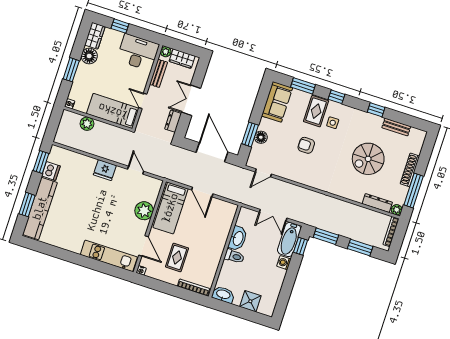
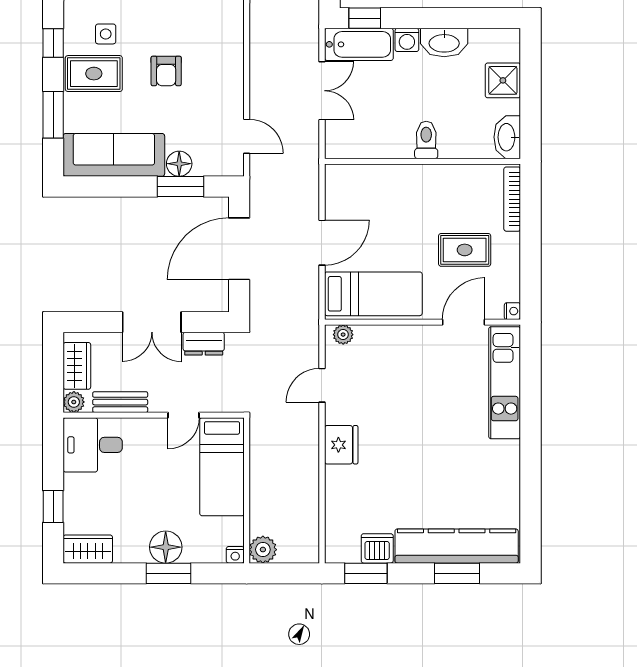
desk: (138, 52) -> (93, 445), width x0.73
floor lamp: (89, 56) -> (166, 547), moved
sofa: (277, 102) -> (114, 155), width x1.36
plant: (87, 124) -> (263, 550), moved
plant: (144, 211) -> (343, 335), moved, width x0.53, depth x0.53
washbasin: (238, 238) -> (444, 42), moved, turned 180

